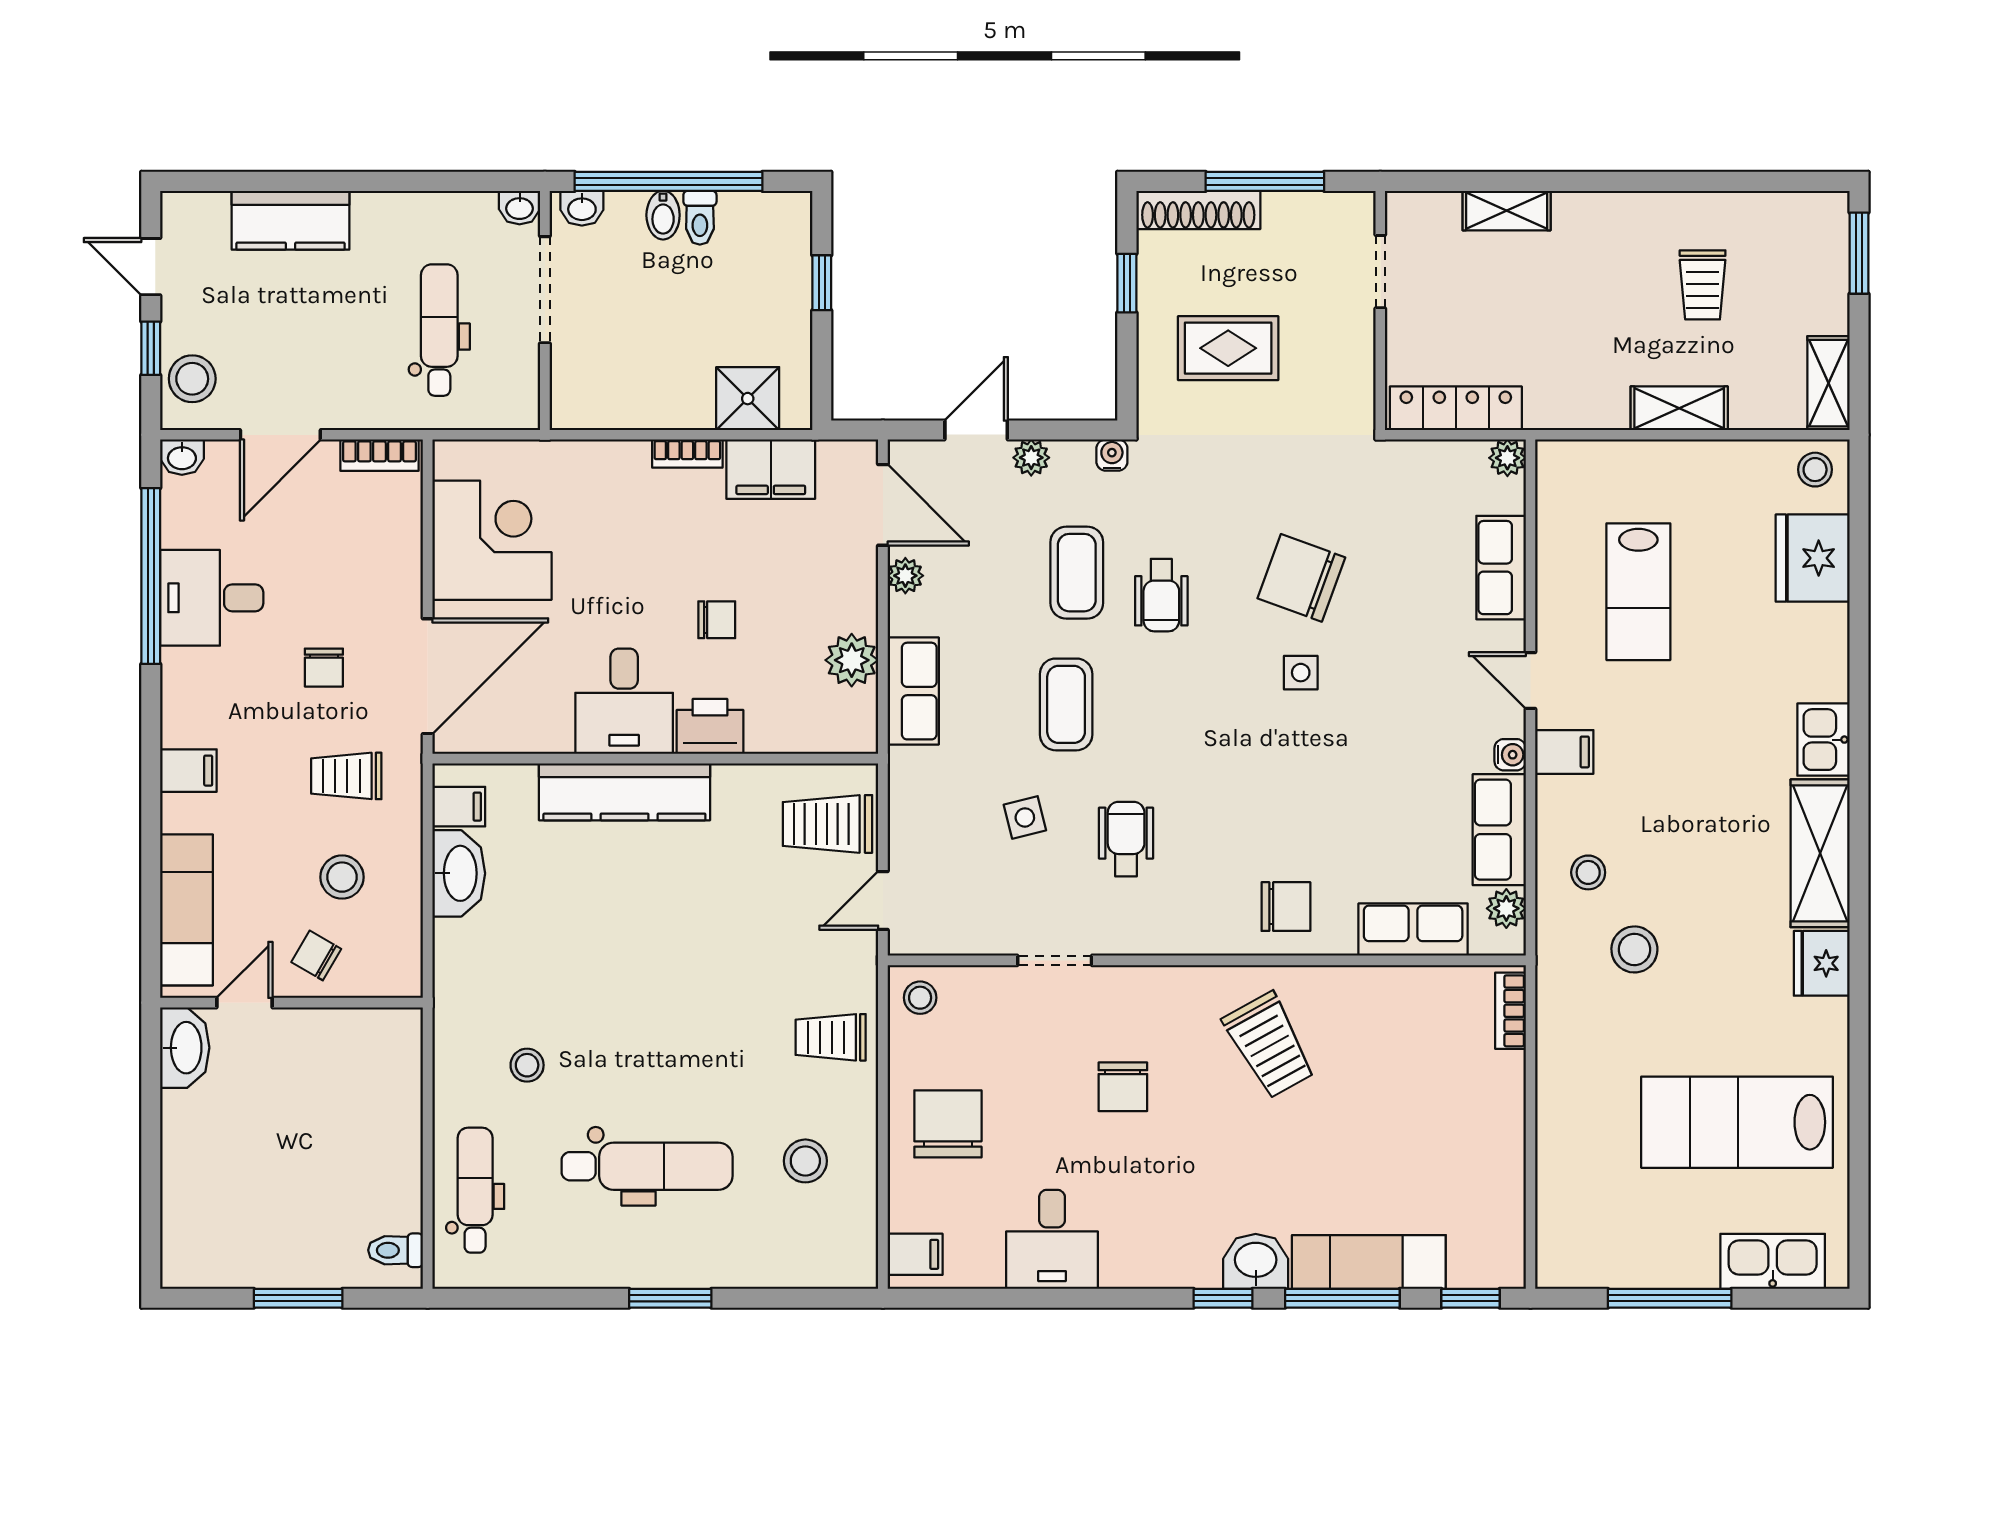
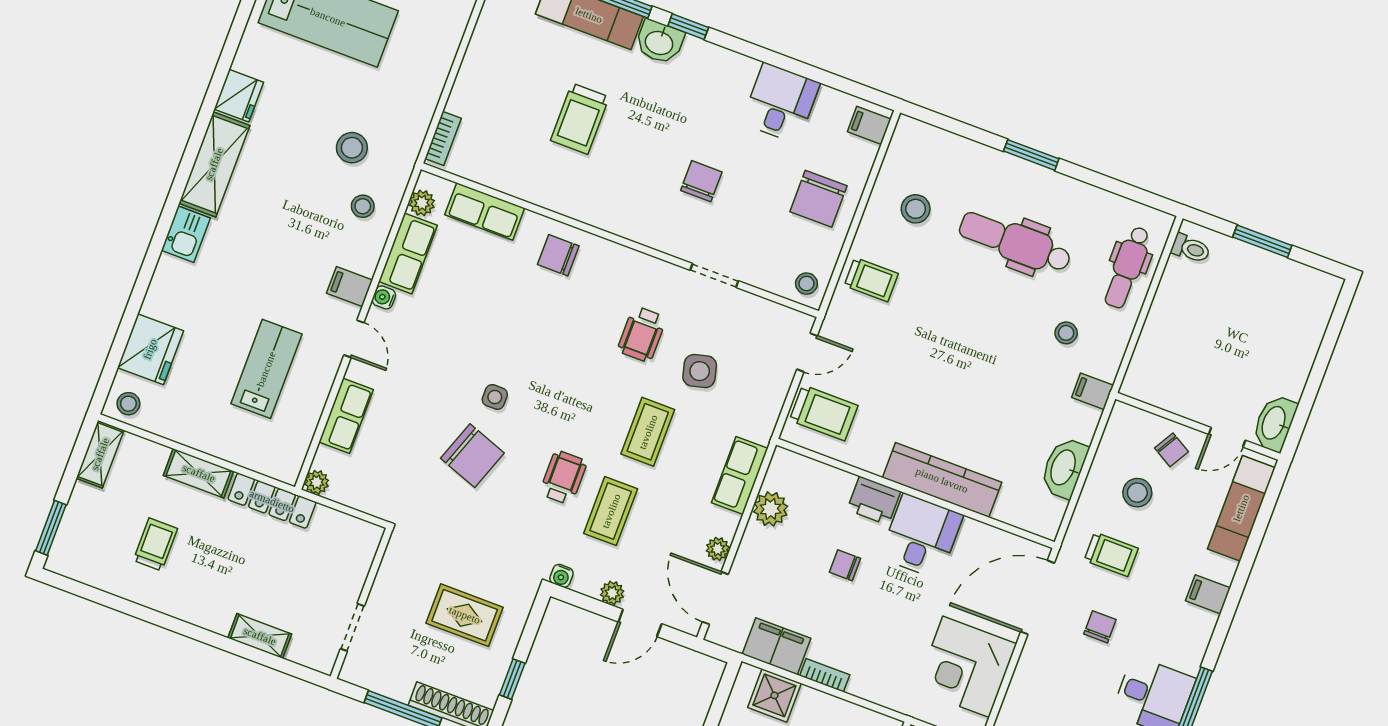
locker: (1456, 408) -> (272, 501), moved
filing cabinet: (459, 807) -> (1093, 391), moved
side table: (1025, 817) -> (700, 371), width x1.37, depth x1.37
trolley: (1269, 1045) -> (580, 119), moved, turned -151

